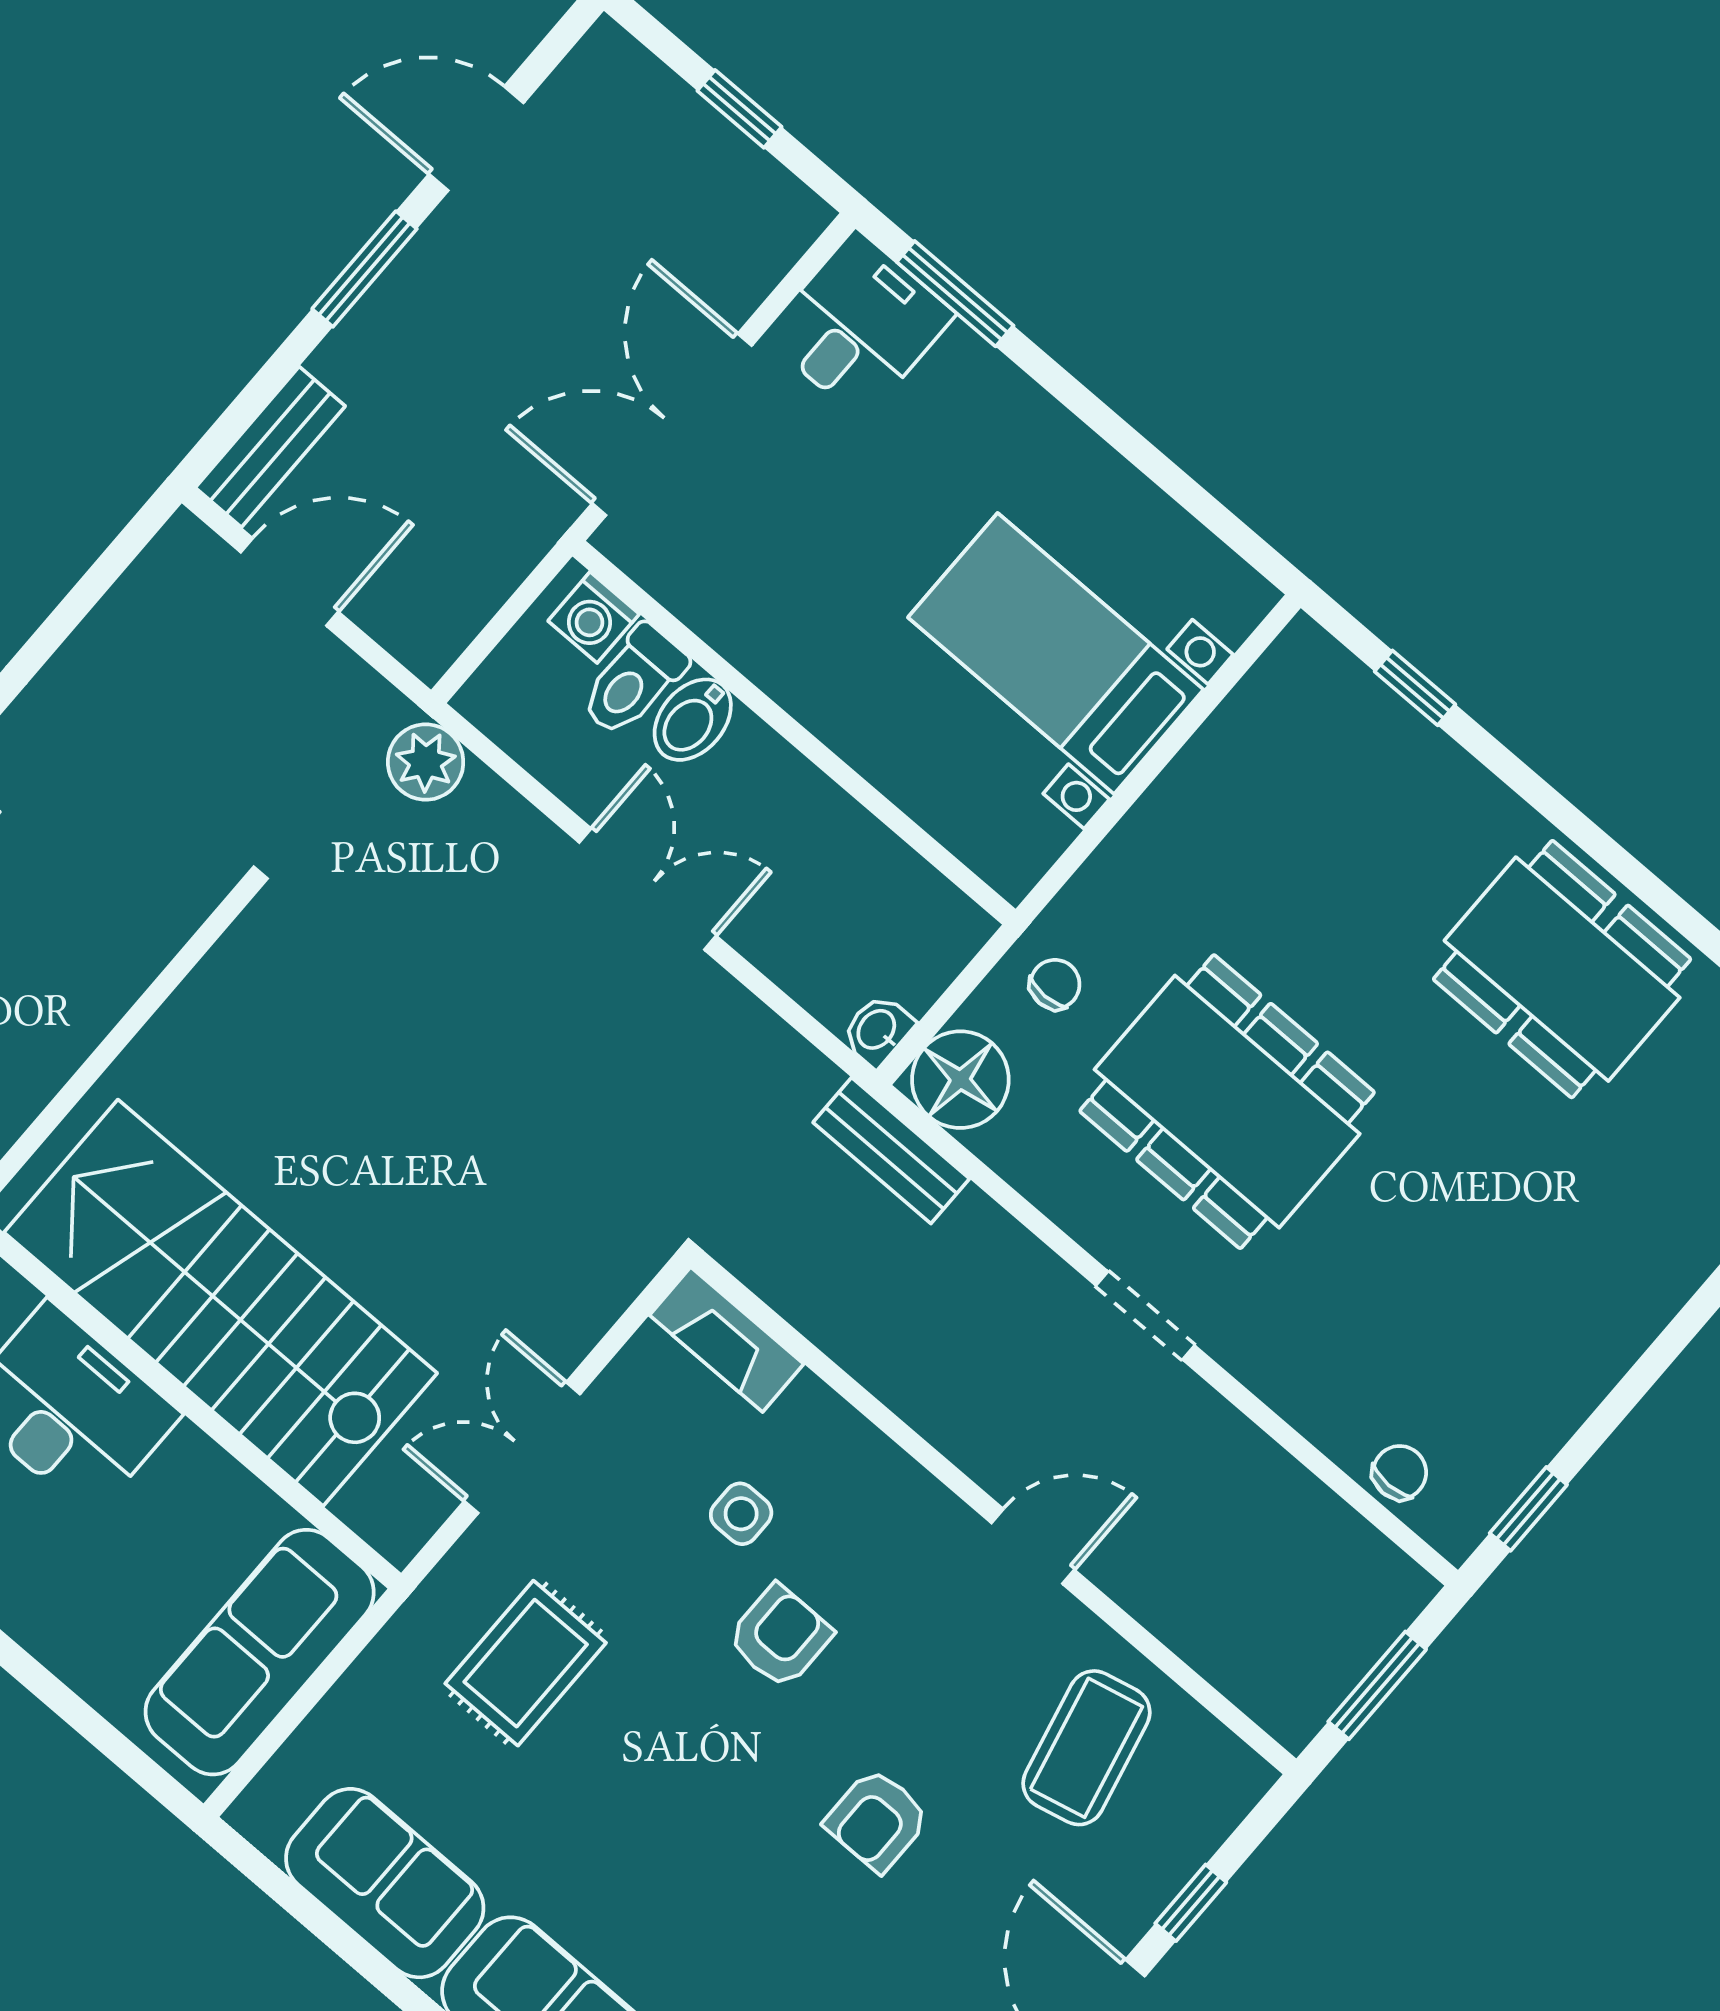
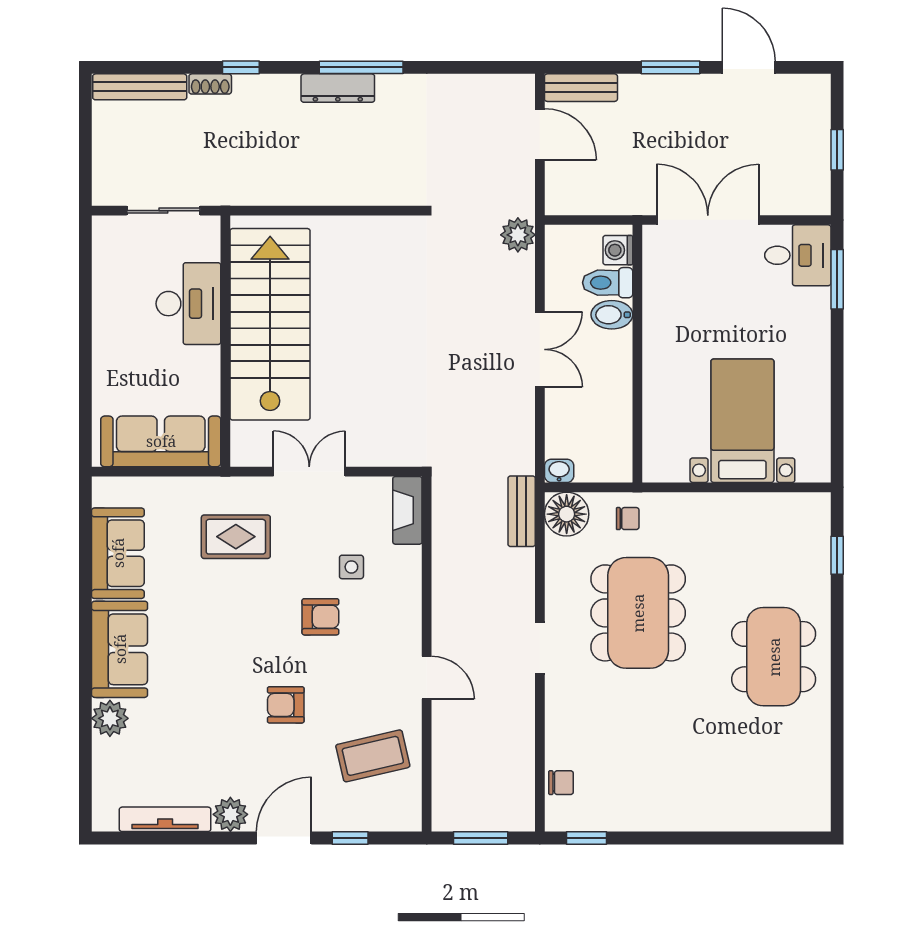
dining table: (1562, 969) -> (774, 657), moved

